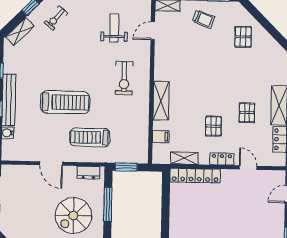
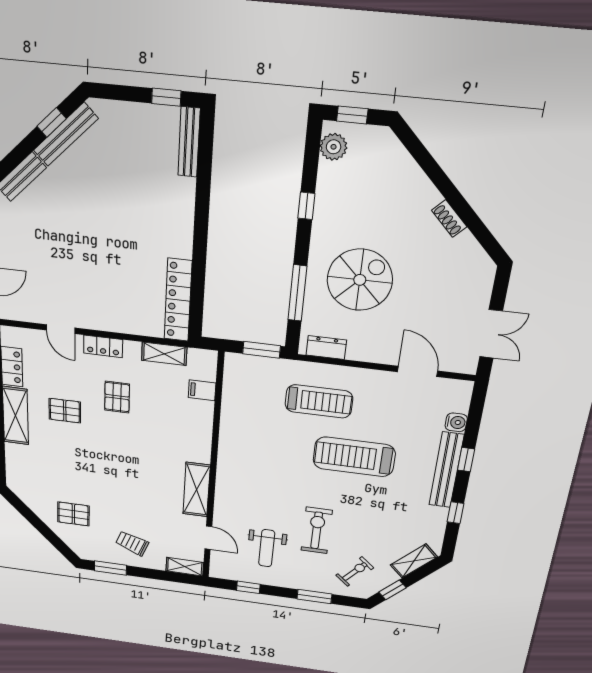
door: (153, 31) -> (208, 538), hinge flipped
pallet: (243, 37) -> (73, 514), turned 90
exercise bike: (124, 78) -> (317, 530), moved
shelving: (161, 101) -> (197, 490), moved
pallet: (247, 113) -> (65, 411), turned 90
door: (51, 163) -> (418, 371), moved
locker: (195, 176) -> (178, 300), moved, turned -90

